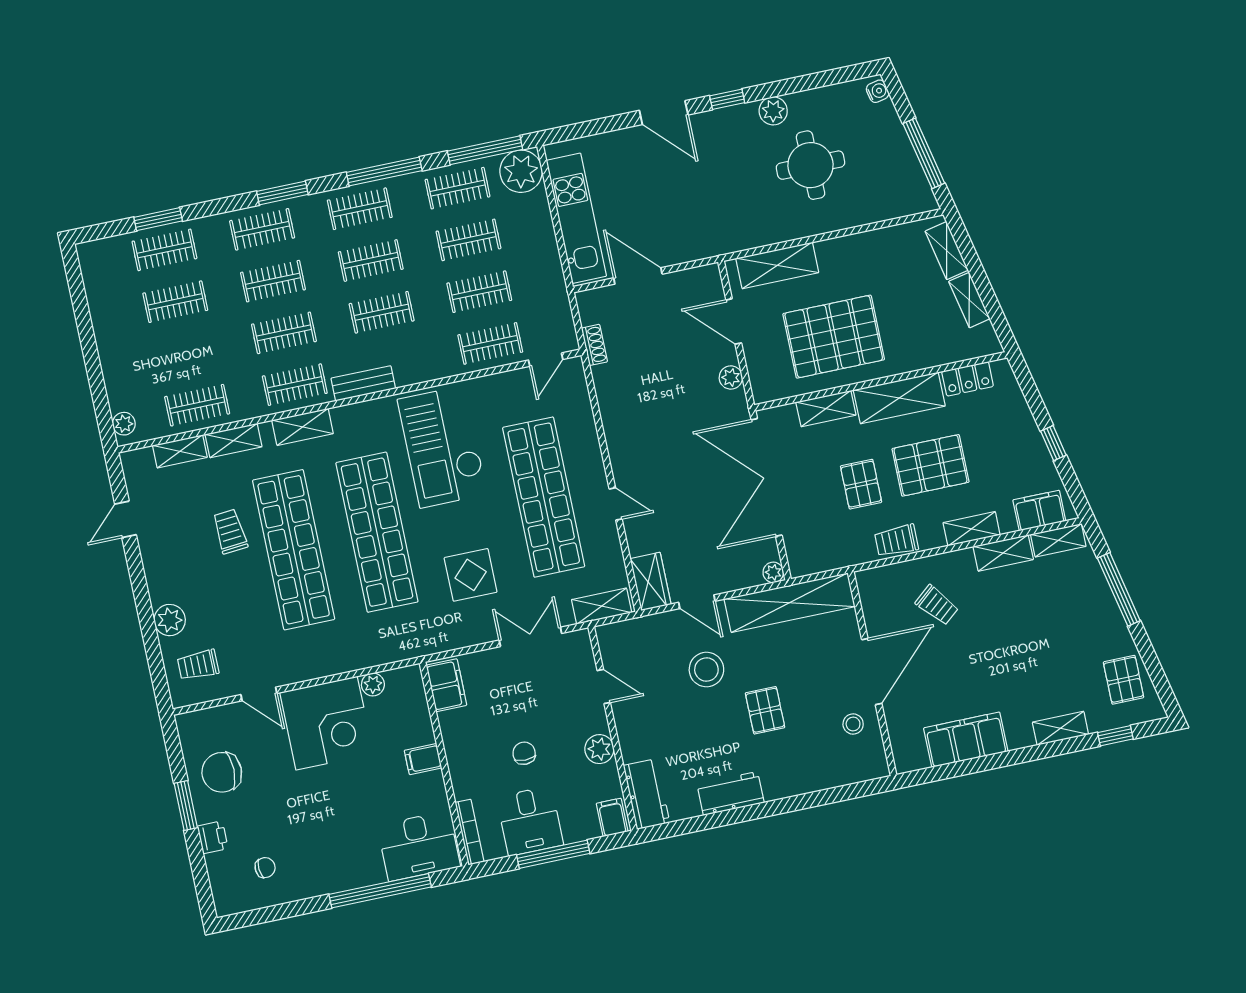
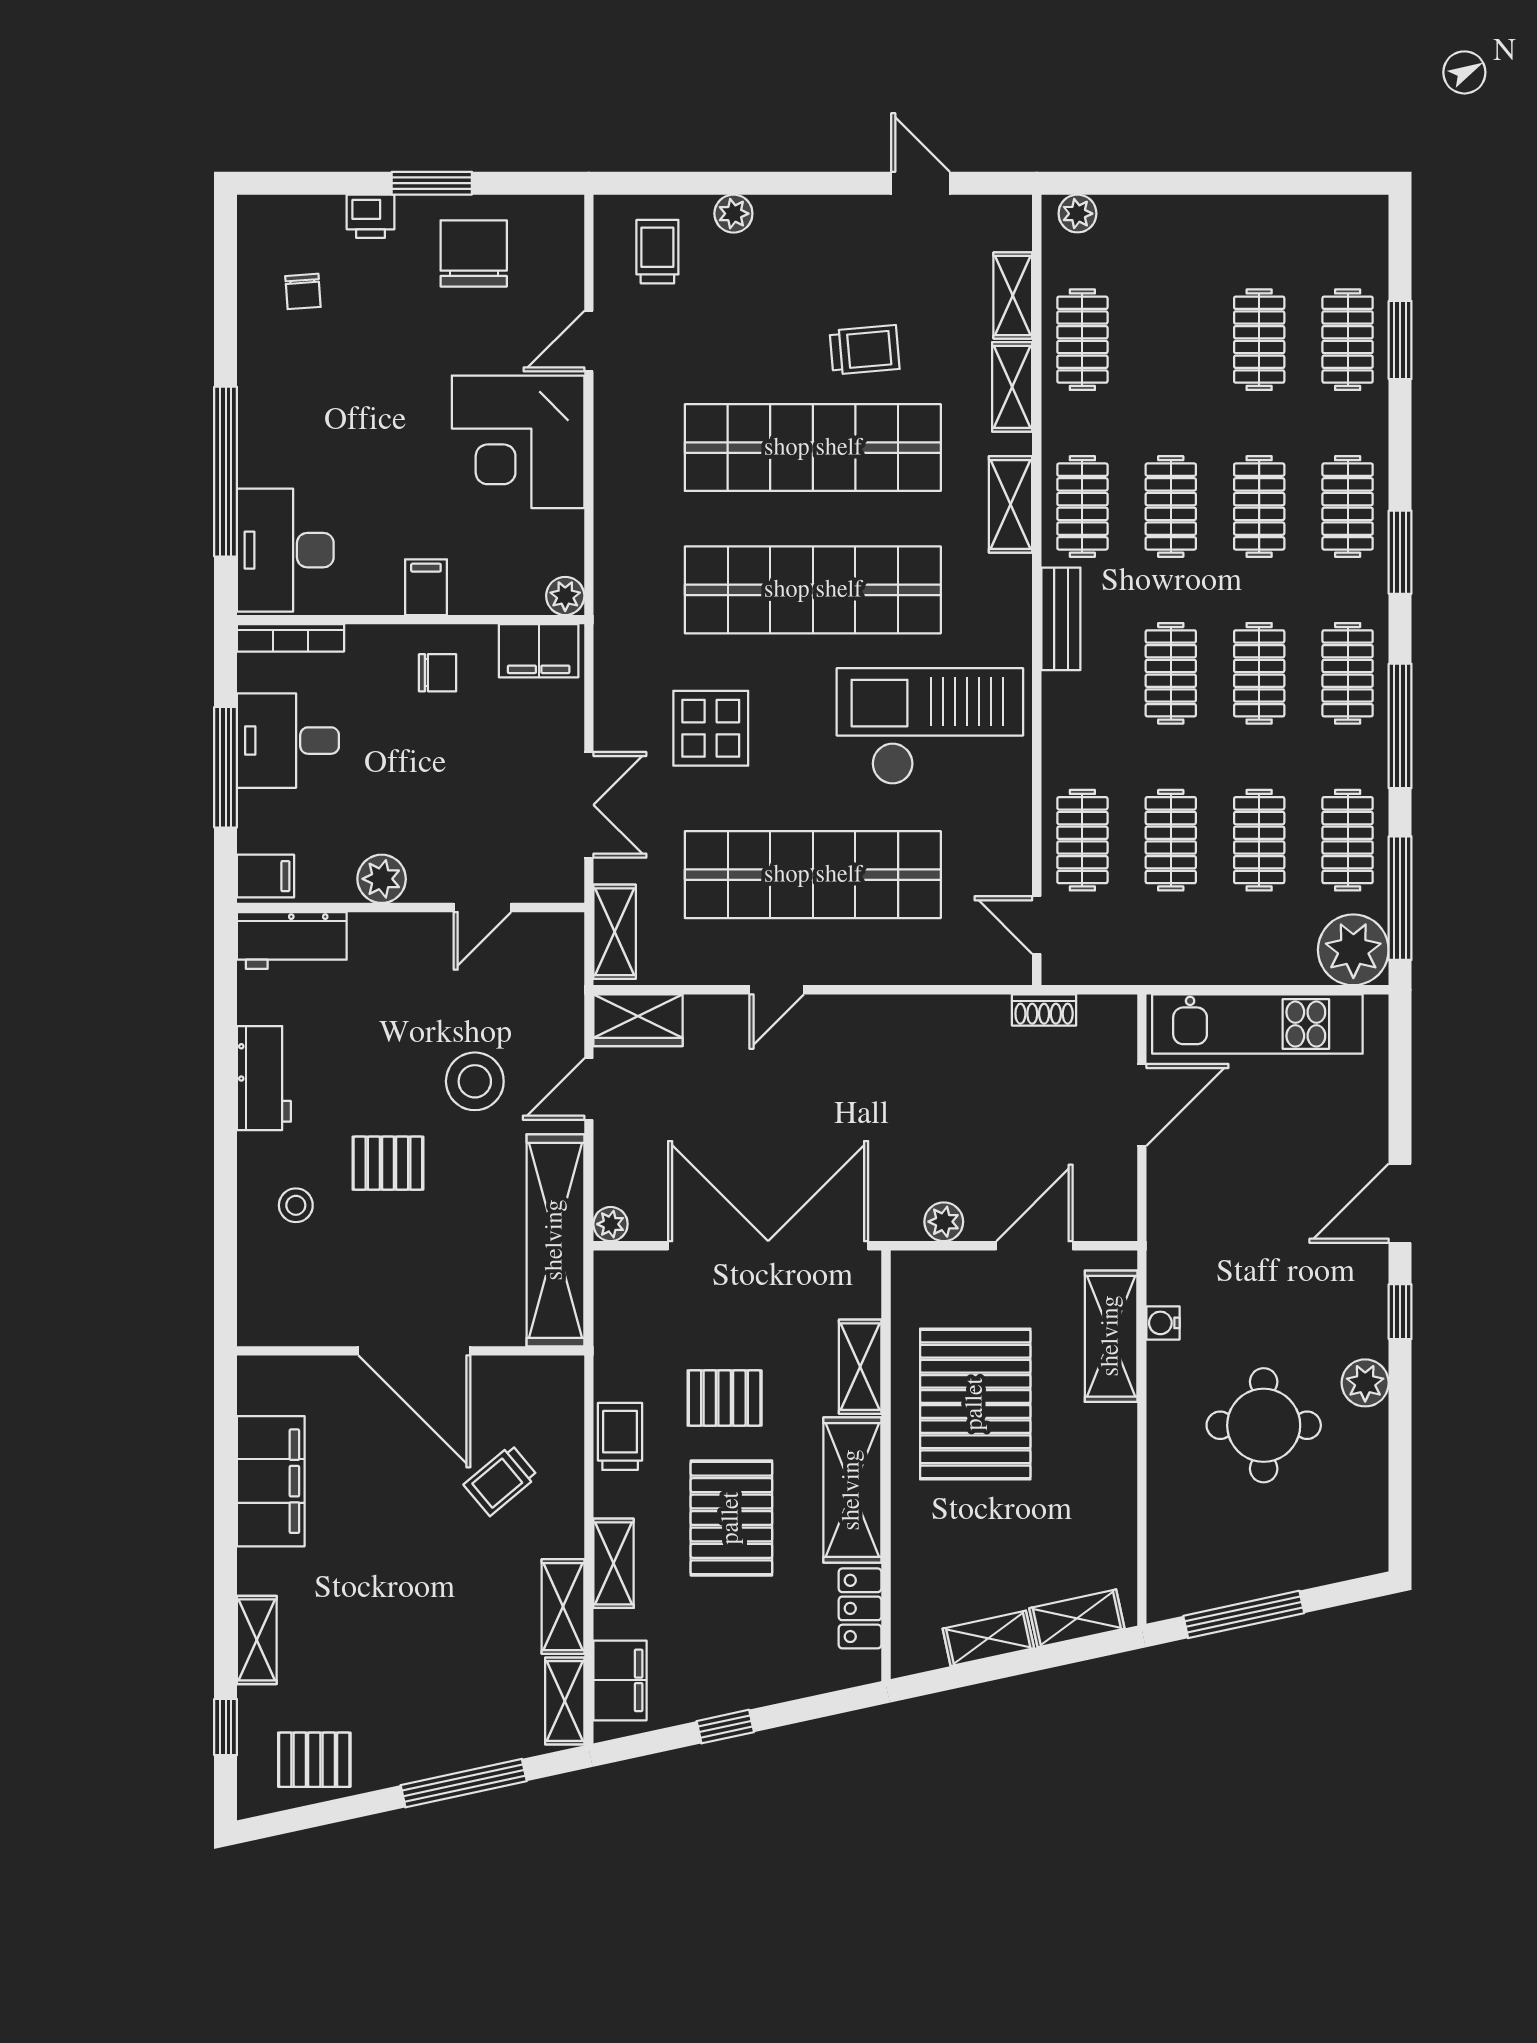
water cooler: (878, 91) -> (1163, 1323), moved, turned 102
plant: (170, 620) -> (733, 214), width x0.73, depth x0.73
plant: (373, 684) -> (565, 596), moved
stool: (853, 724) -> (296, 1205), moved
chair: (524, 753) -> (438, 673), moved

